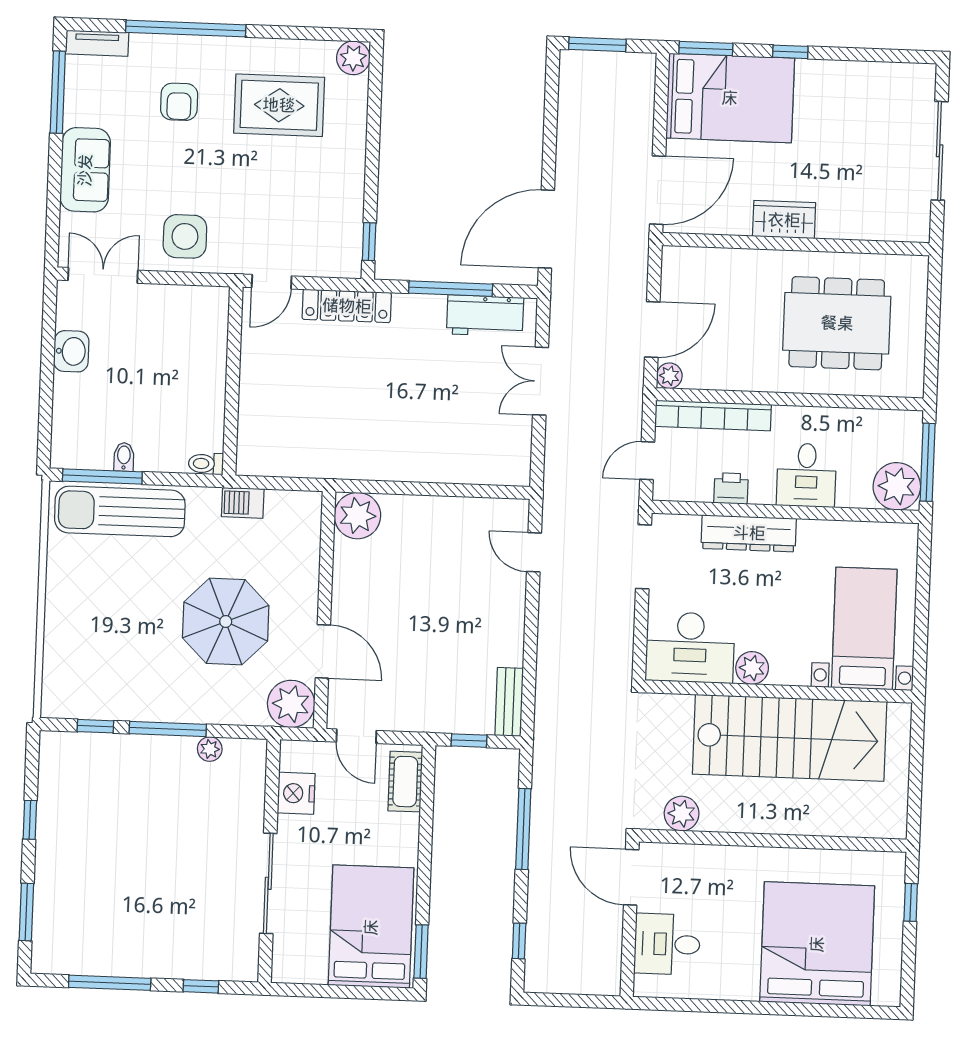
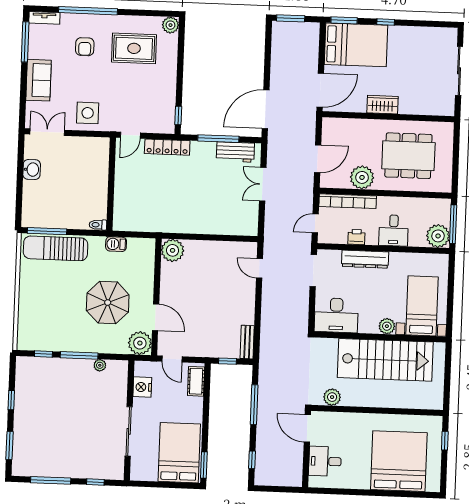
plant: (669, 376) -> (362, 177), moved, width x1.88, depth x1.88
bidet: (124, 457) -> (58, 221), removed
plant: (752, 668) -> (387, 326), moved

